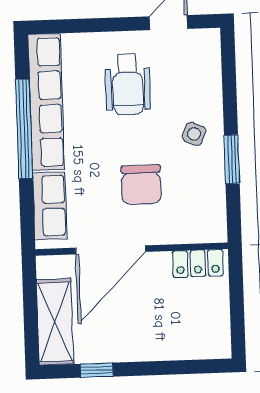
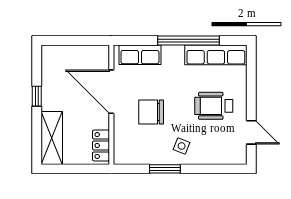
row of seats: (46, 102) -> (216, 55), width x0.73
shelving: (55, 322) -> (52, 138), moved, turned 90
window: (97, 370) -> (37, 96), moved

